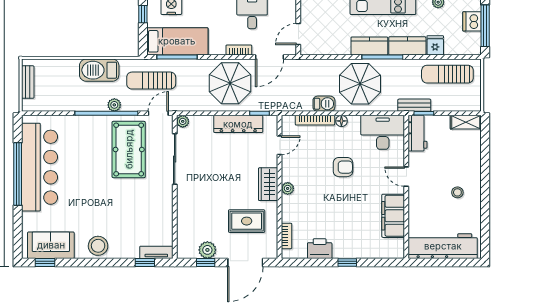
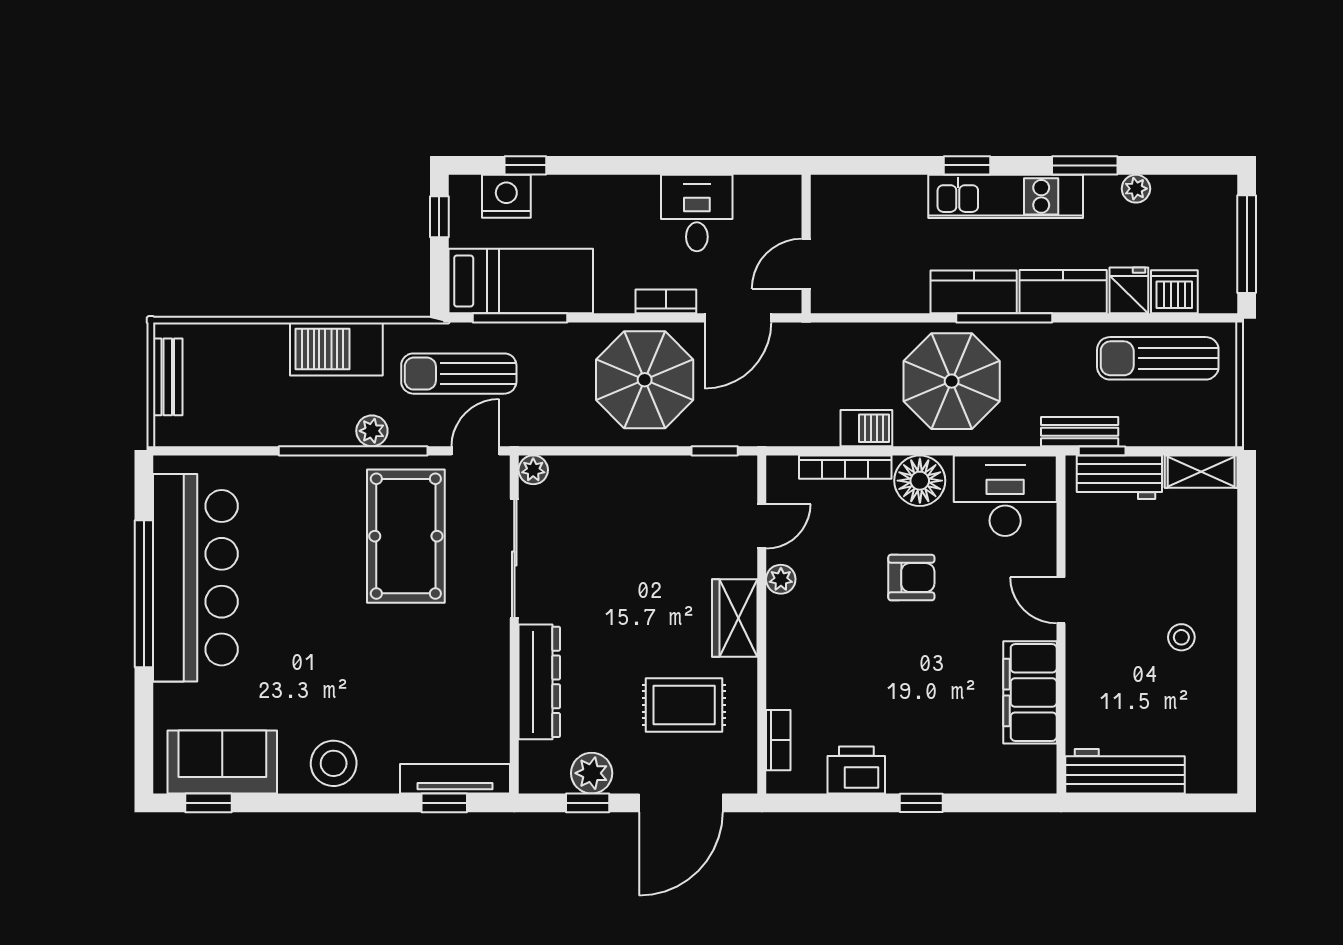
dishwasher: (472, 21) -> (1174, 292), moved, turned 90
floor lamp: (341, 121) -> (920, 481), width x1.89, depth x1.89
dresser: (238, 124) -> (539, 682), moved, turned -90
workbench: (418, 133) -> (1119, 477), moved, turned 90
plant: (288, 188) -> (781, 579), moved
workbench: (443, 246) -> (1125, 771), width x0.73, depth x0.76
tv unit: (156, 252) -> (455, 779), width x1.41

